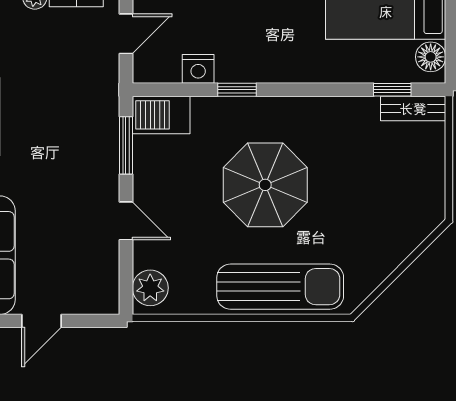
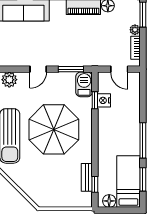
window: (237, 90) -> (95, 100), moved
bench: (413, 109) -> (87, 177), moved
parasol: (265, 185) -> (54, 129), width x1.36, depth x1.36

